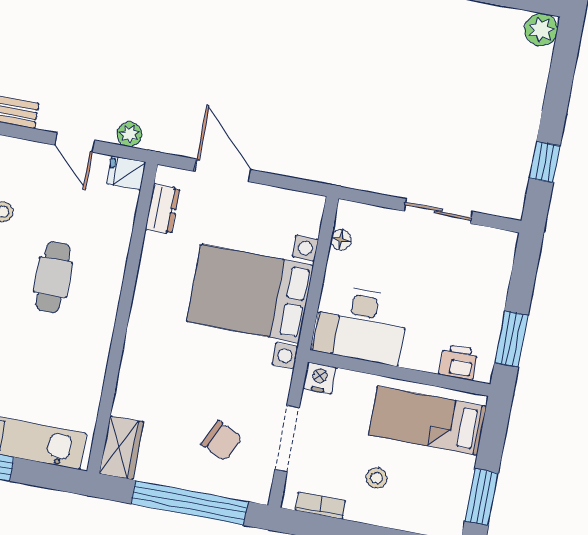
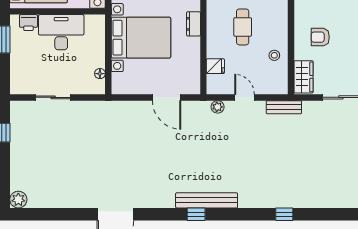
fridge: (126, 173) -> (215, 66), moved
dresser: (163, 209) -> (193, 24), moved
desk: (361, 325) -> (61, 32), moved

